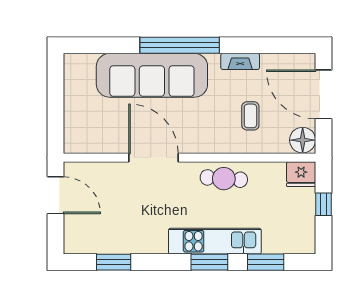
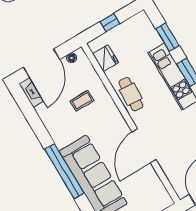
fireplace: (240, 61) -> (31, 93), moved
floor lamp: (303, 140) -> (72, 58), width x0.53, depth x0.53
fridge: (301, 174) -> (106, 58), moved

